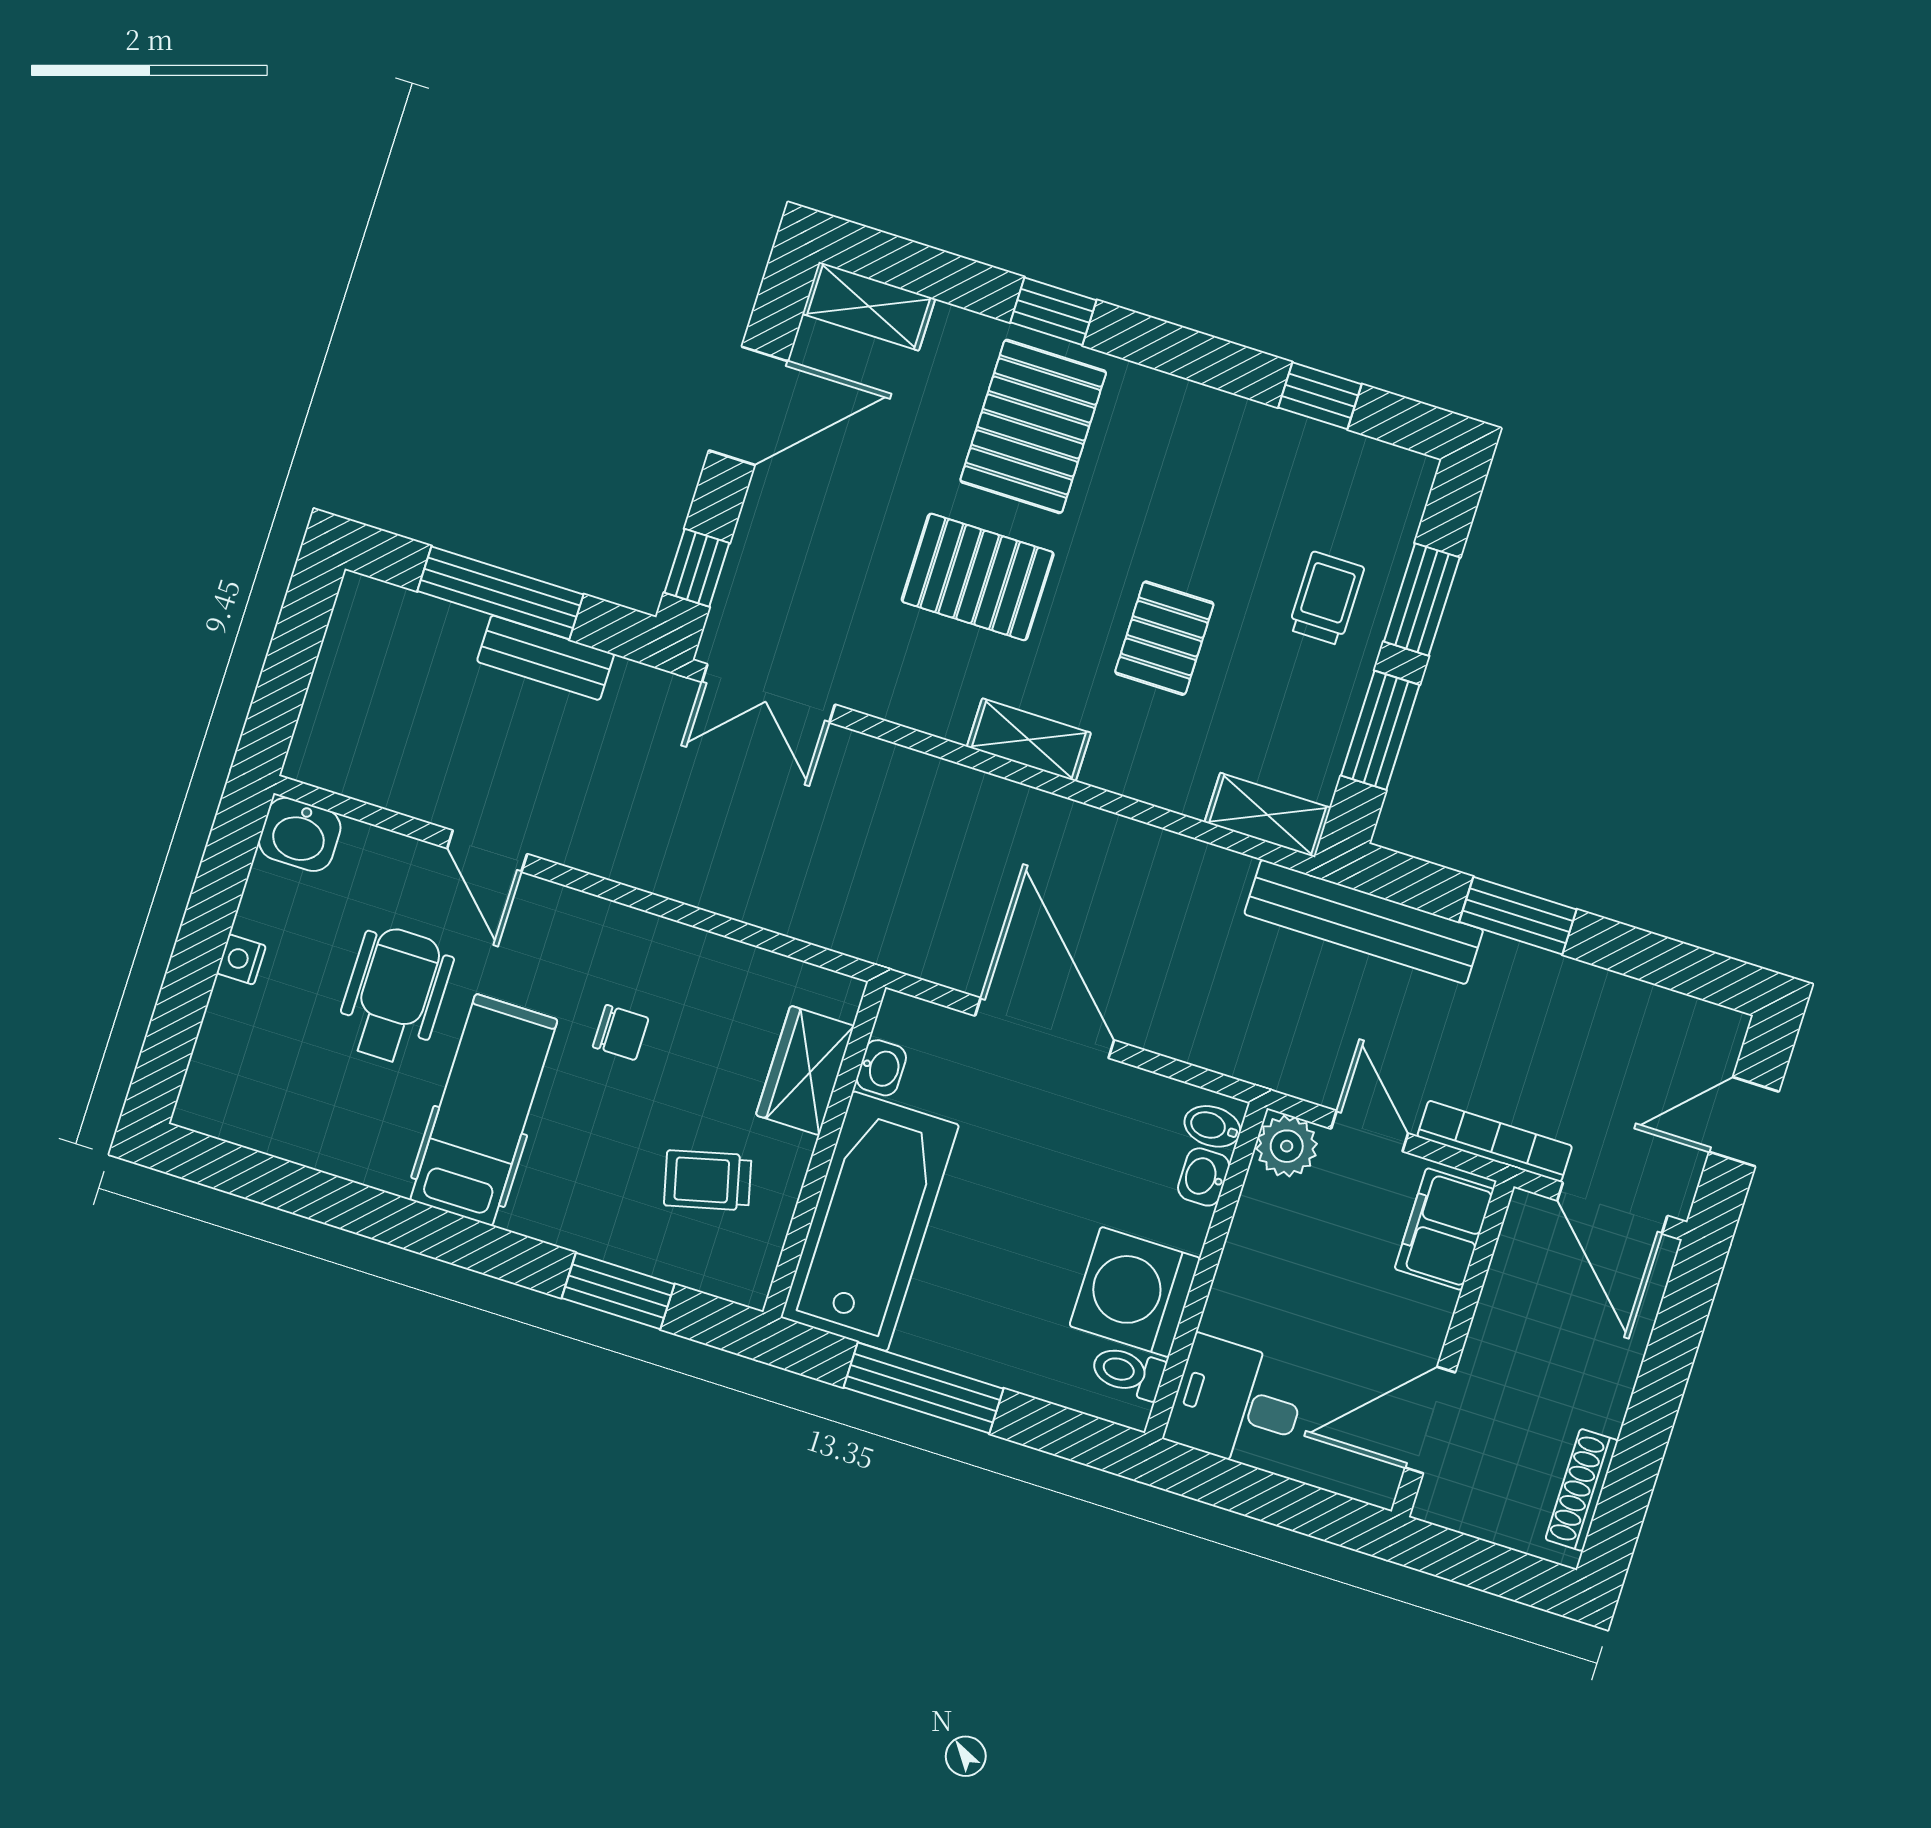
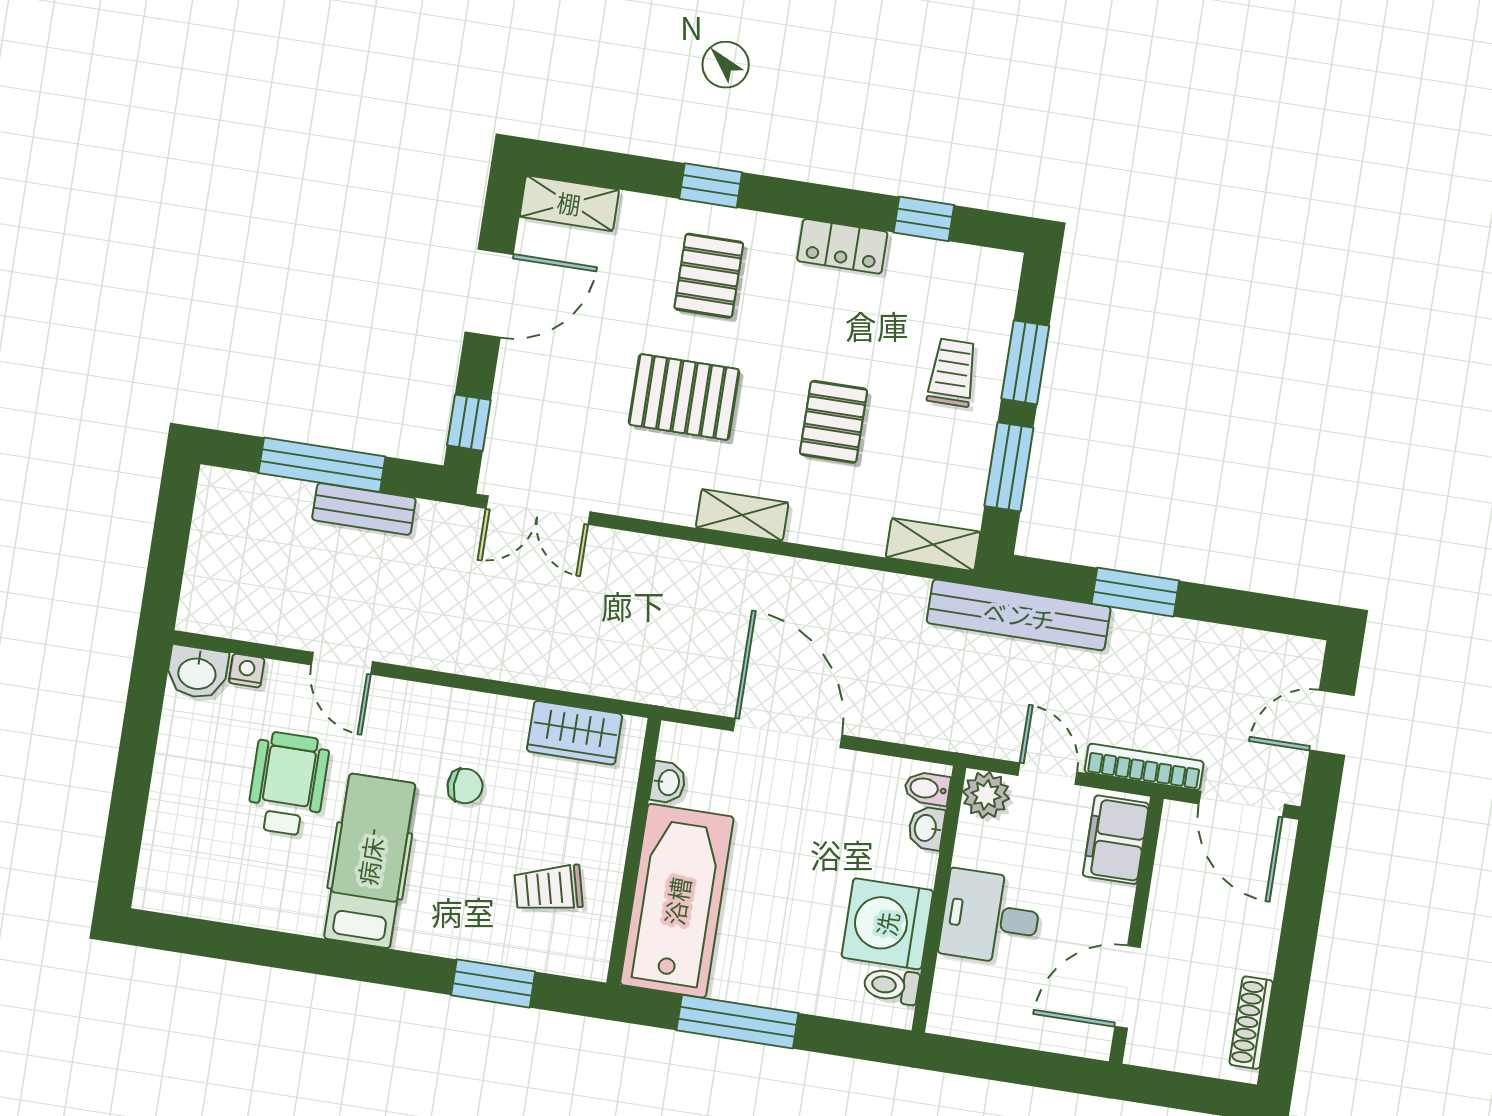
locker: (1210, 415) -> (842, 246), added
pallet: (1033, 426) -> (709, 276), width x0.67, depth x0.71
nightstand: (241, 959) -> (247, 671), moved, turned 90
wardrobe: (805, 1070) -> (575, 733), moved, turned -90
desk: (1237, 1403) -> (991, 917), moved

